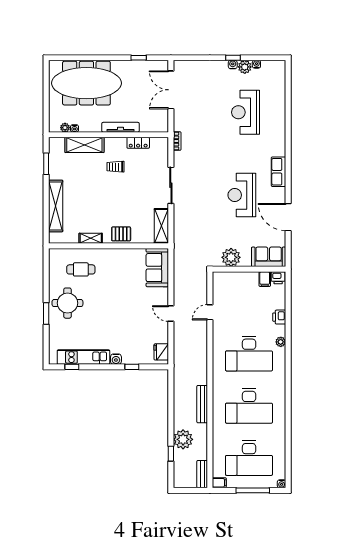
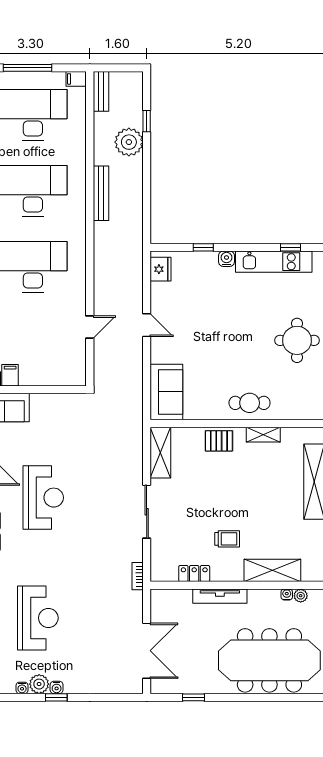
plant: (231, 257) -> (59, 407), removed
cafe table: (81, 269) -> (250, 403), moved

